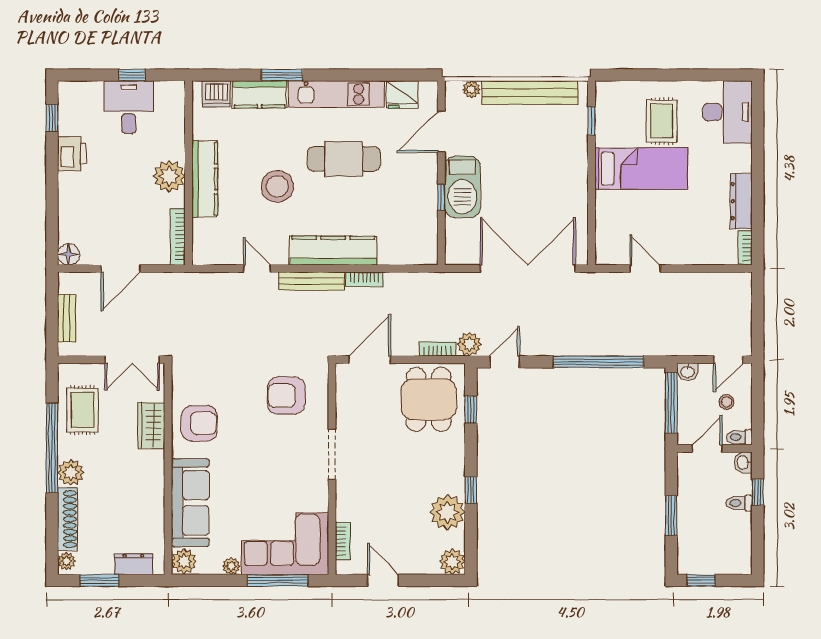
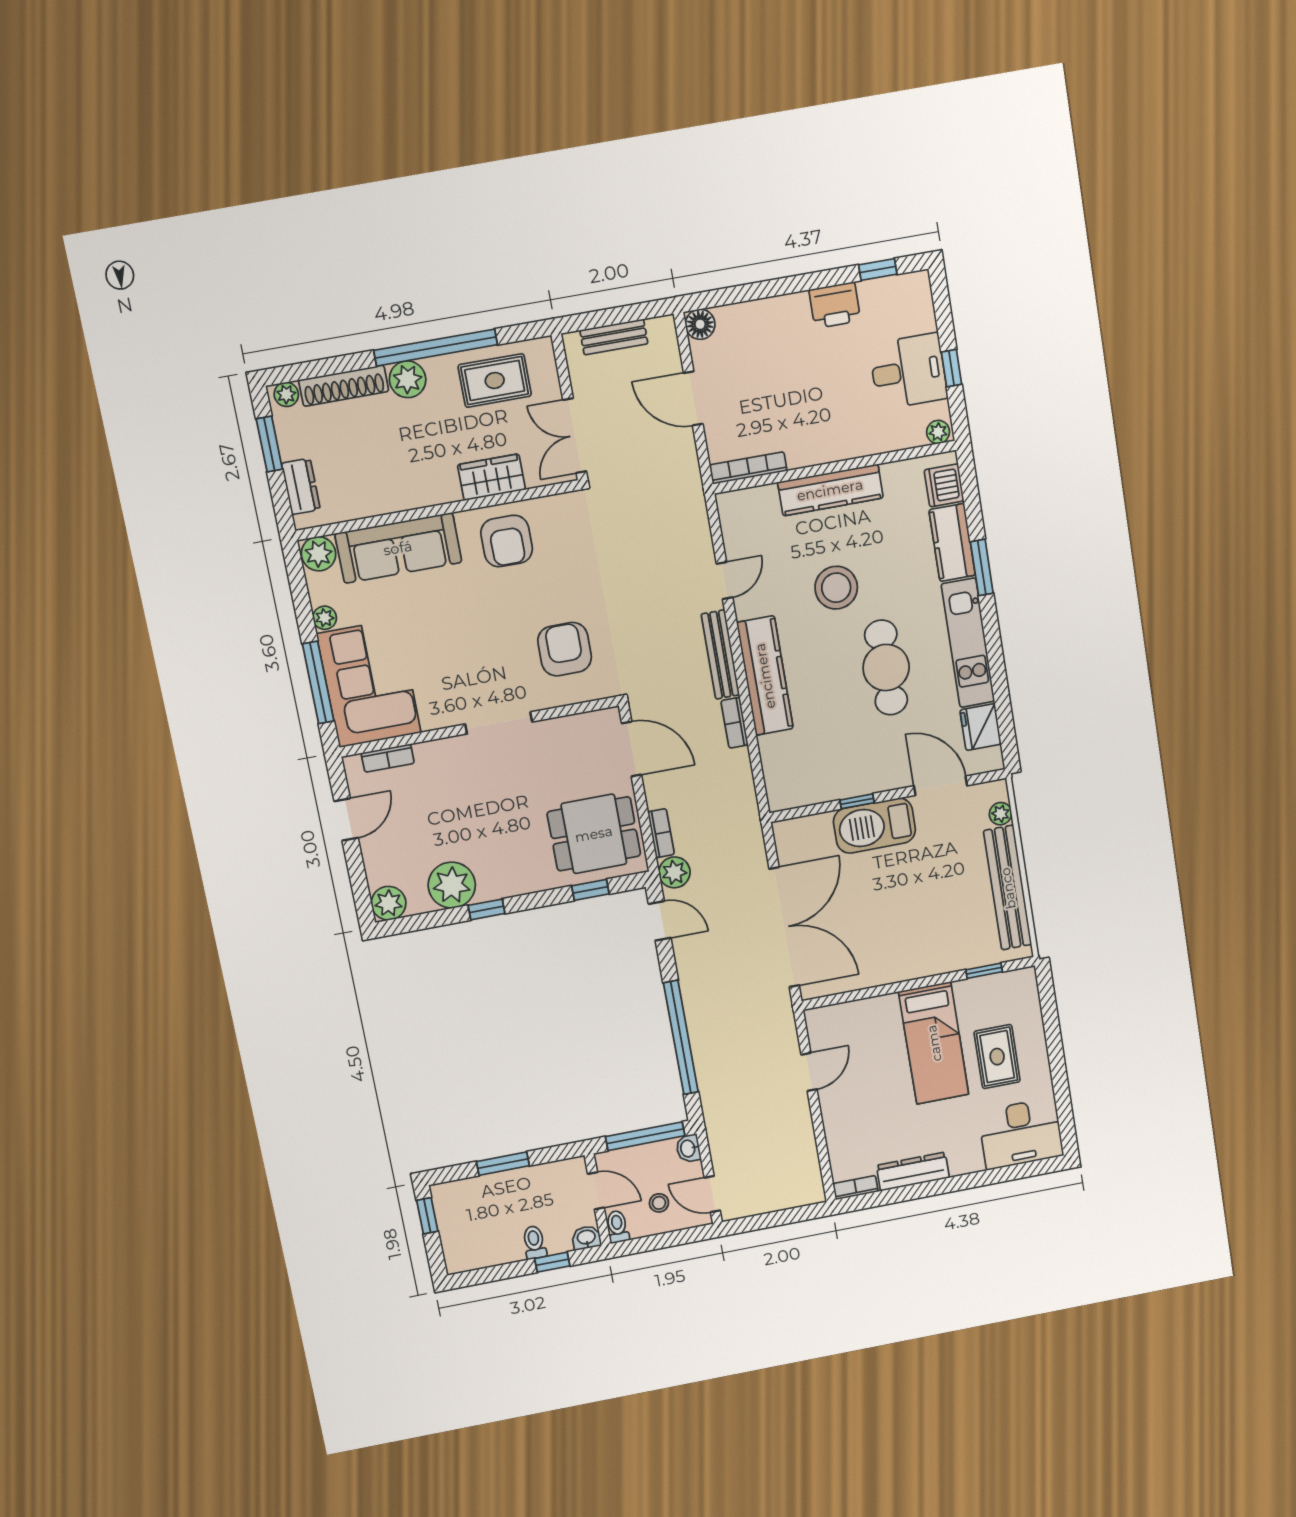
rug: (662, 121) -> (997, 1057), turned 90
plant: (169, 176) -> (938, 432), moved, width x0.53, depth x0.53

